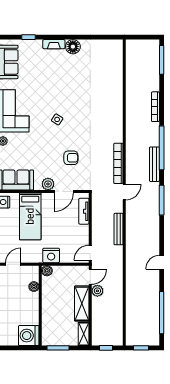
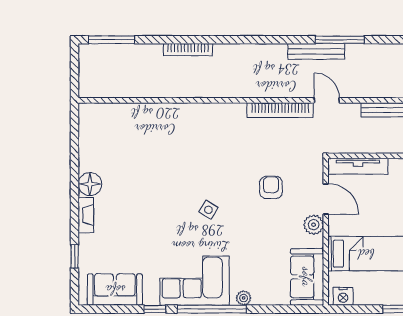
window: (162, 148) -> (255, 40), removed
bench: (154, 164) -> (316, 51), moved
tv unit: (84, 211) -> (358, 166), width x1.41

